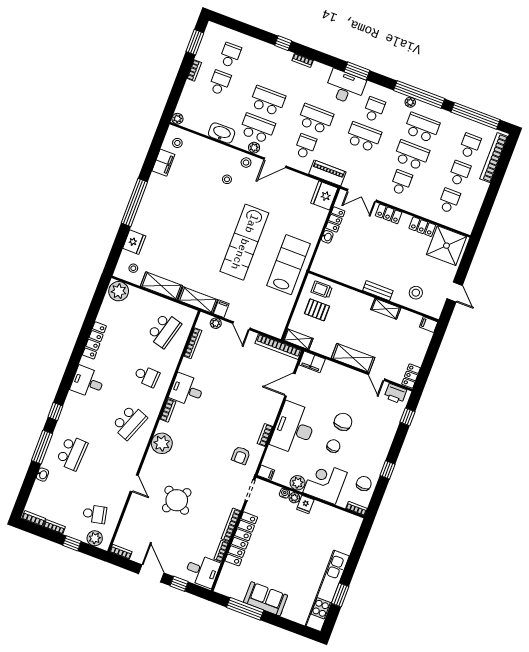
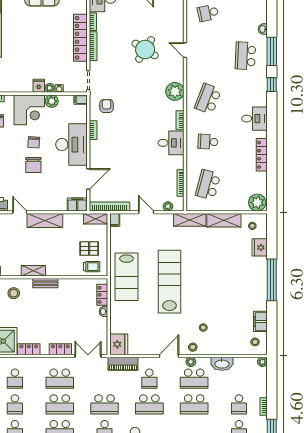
school desk: (401, 183) -> (60, 379), width x1.85
locker: (335, 219) -> (102, 295), moved
filing cabinet: (221, 309) -> (115, 220), moved

